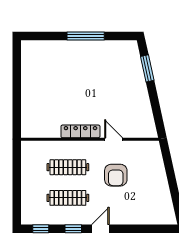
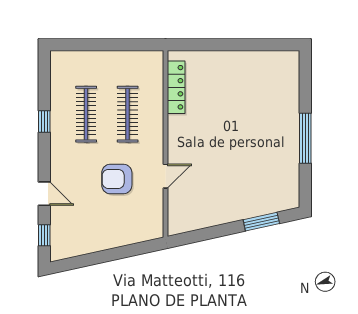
locker: (80, 131) -> (176, 87), moved
window: (41, 229) -> (44, 235), moved
door: (100, 229) -> (44, 194), moved

